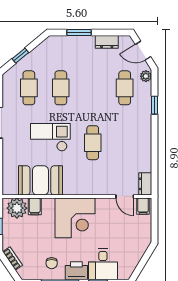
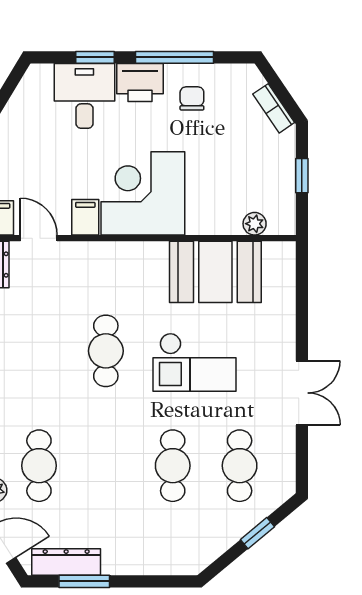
window: (79, 33) -> (84, 581), moved
dresser: (107, 42) -> (66, 562), width x1.44
filing cabinet: (35, 206) -> (85, 217), moved
plant: (17, 208) -> (255, 224), width x0.53, depth x0.53

